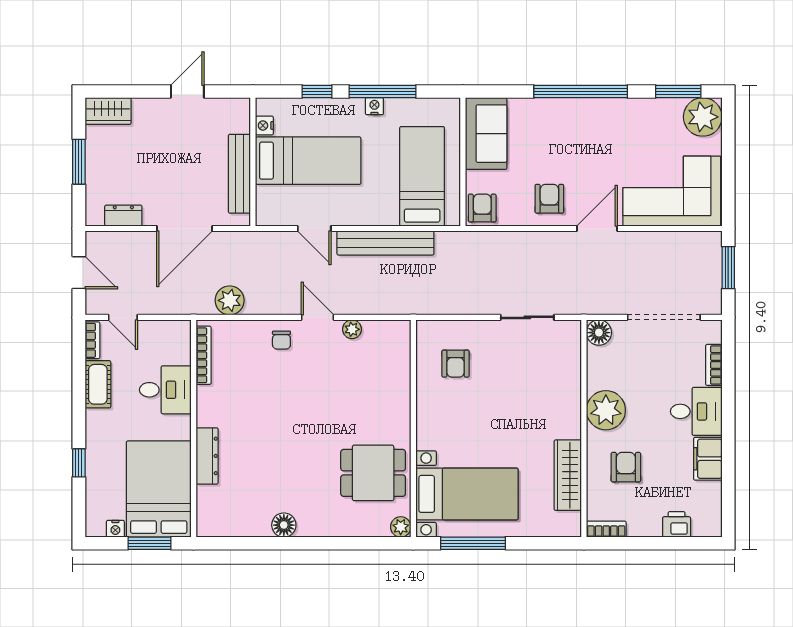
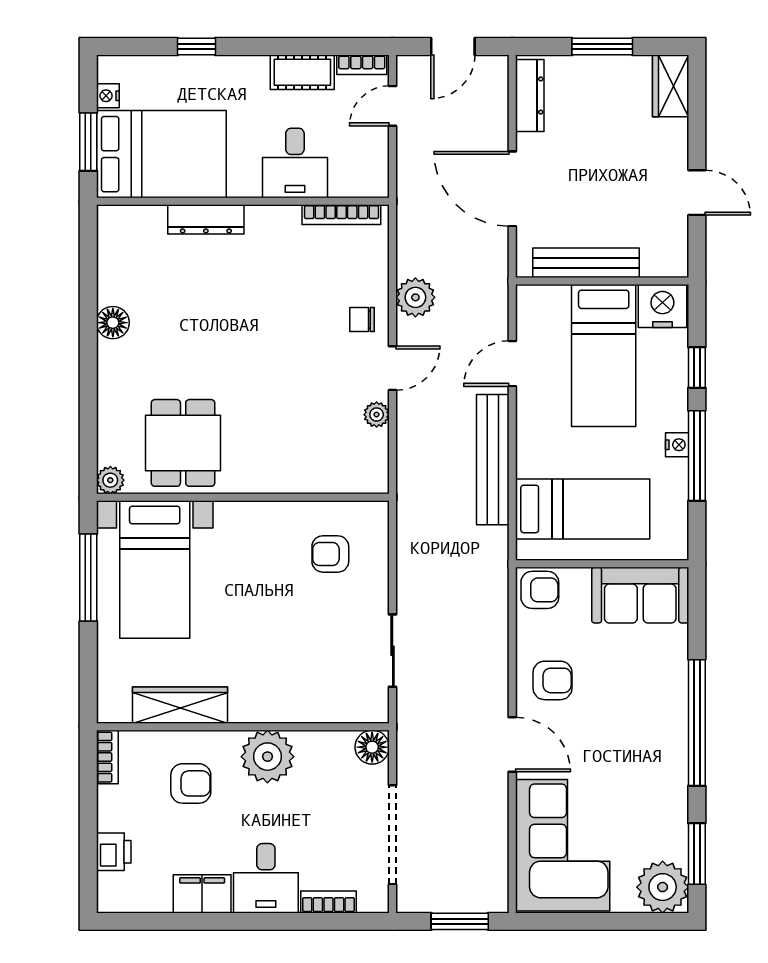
nightstand: (264, 125) -> (662, 306), width x1.89, depth x1.79
dresser: (123, 216) -> (530, 96), width x1.44
plant: (230, 300) -> (415, 297), moved

